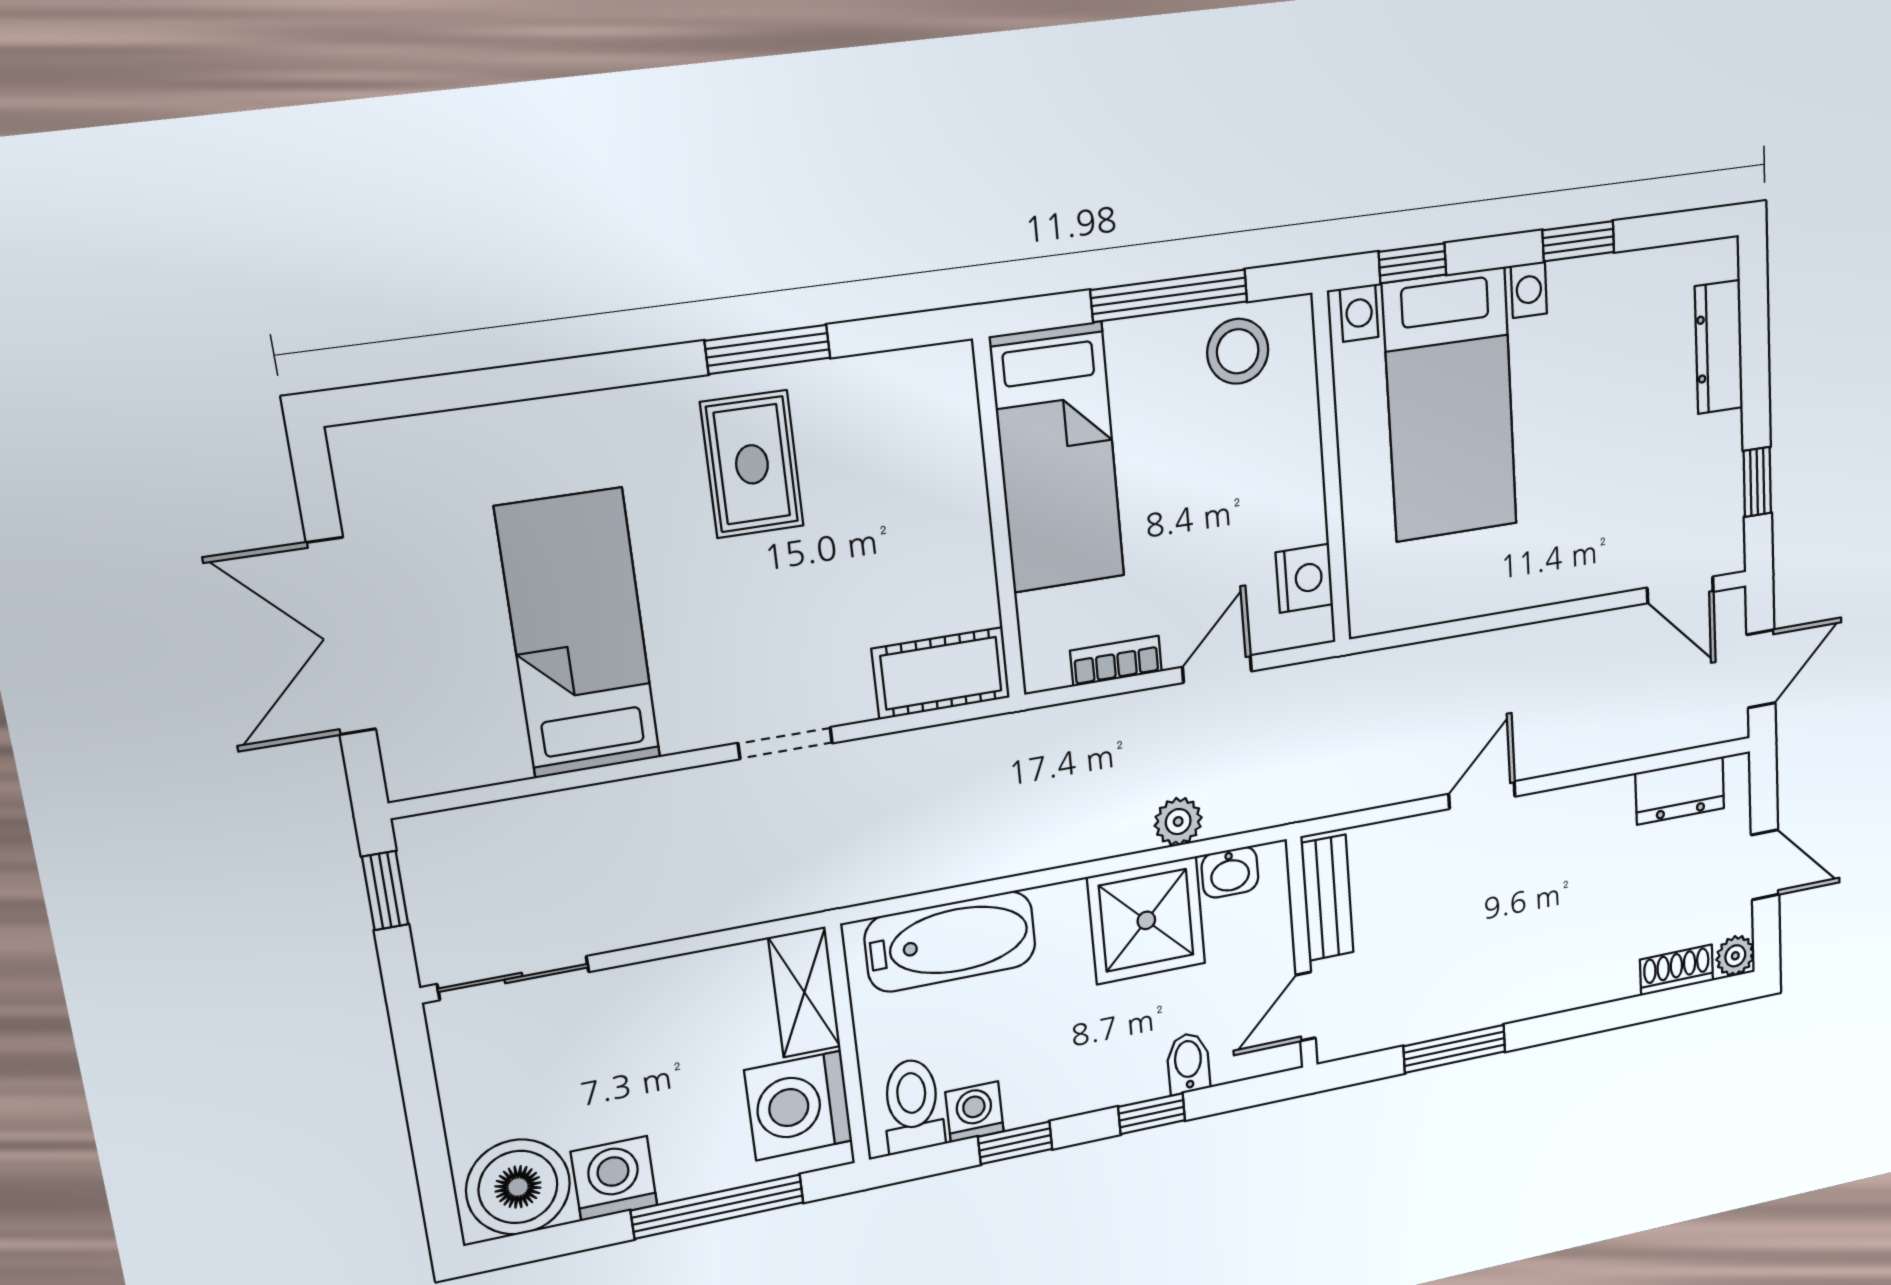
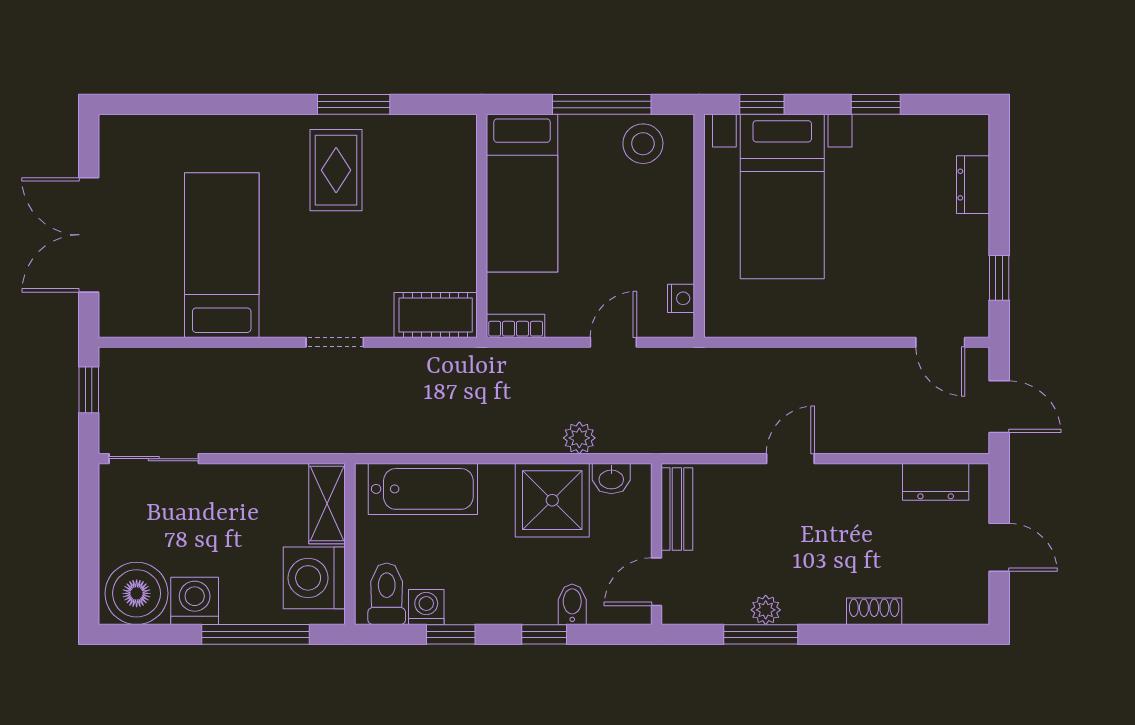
dresser: (1719, 347) -> (973, 185), width x0.70
nightstand: (1304, 578) -> (681, 298), width x0.72, depth x0.74
bookcase: (1116, 661) -> (516, 326), moved
door: (1761, 669) -> (999, 407), hinge flipped
plant: (1735, 956) -> (766, 610), moved
shoe rack: (1677, 970) -> (874, 611), moved

